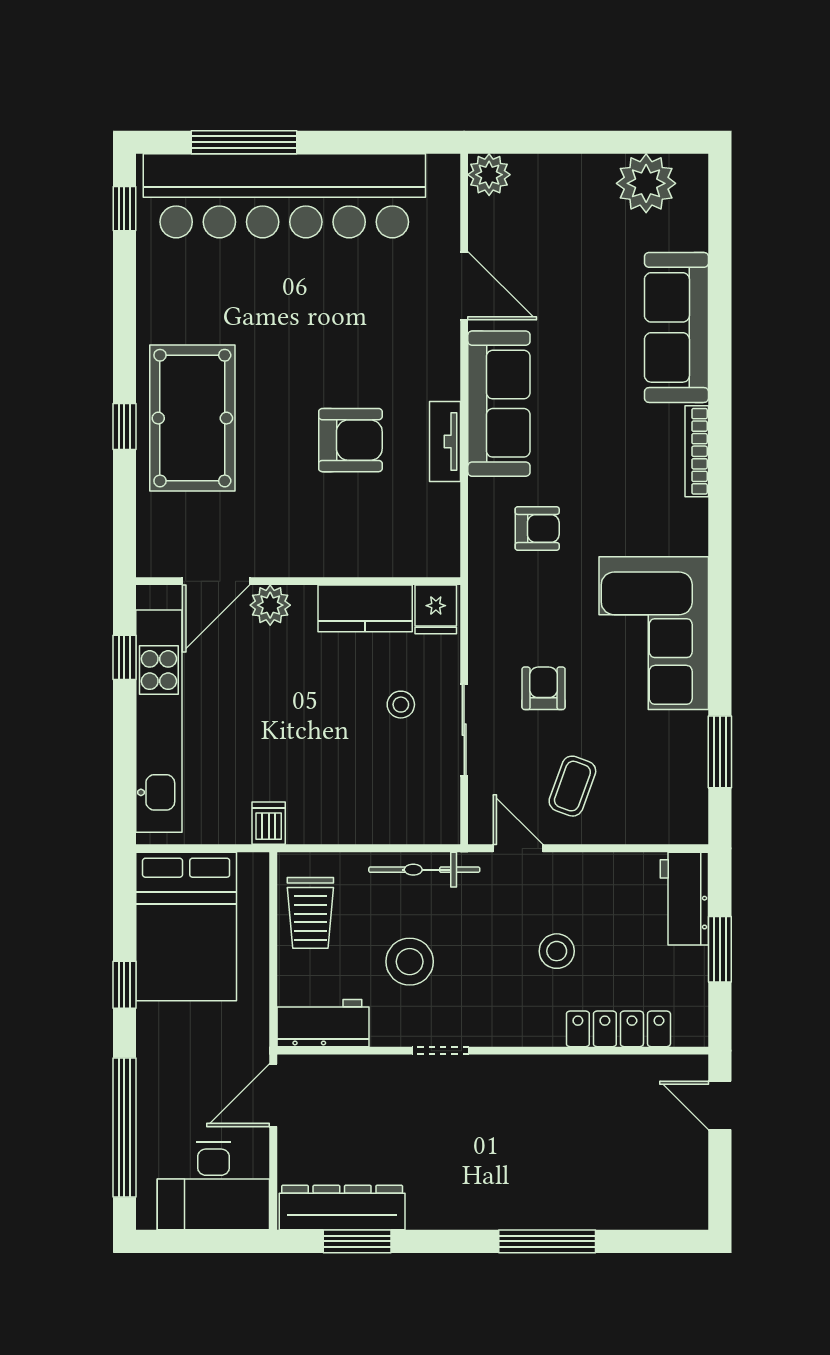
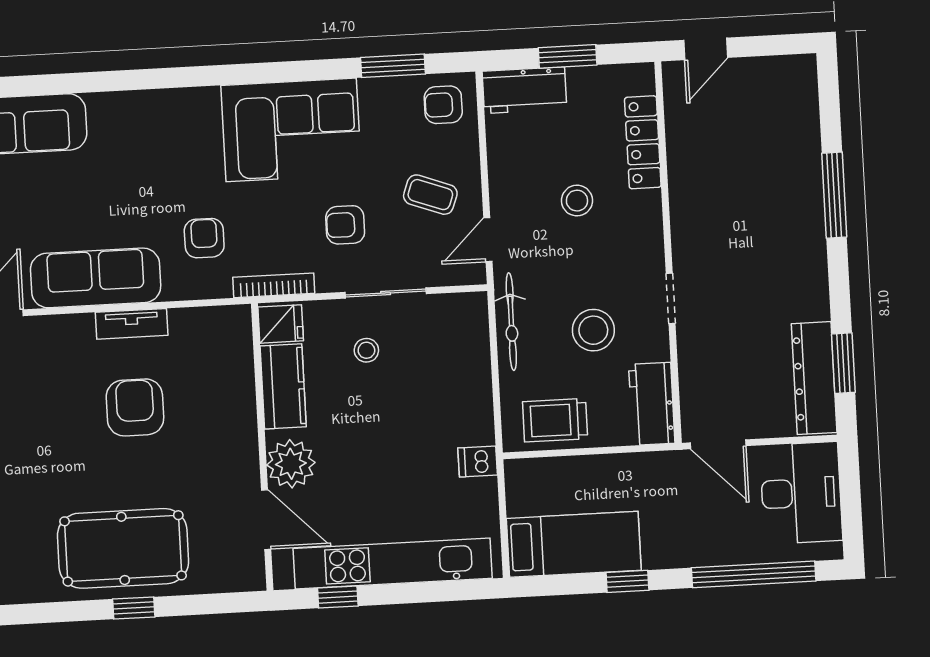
bookcase: (697, 451) -> (274, 285), moved, turned 180
plant: (270, 605) -> (291, 464), width x1.36, depth x1.36
armchair: (673, 806) -> (443, 105), added
trolley: (310, 913) -> (555, 420), turned 180
bed: (186, 926) -> (574, 544), width x0.67

